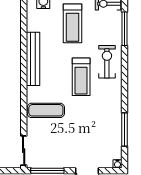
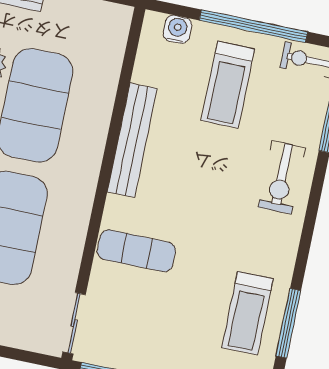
exercise bike: (107, 62) -> (282, 178), turned 180
treadmill: (81, 77) -> (247, 313), moved

